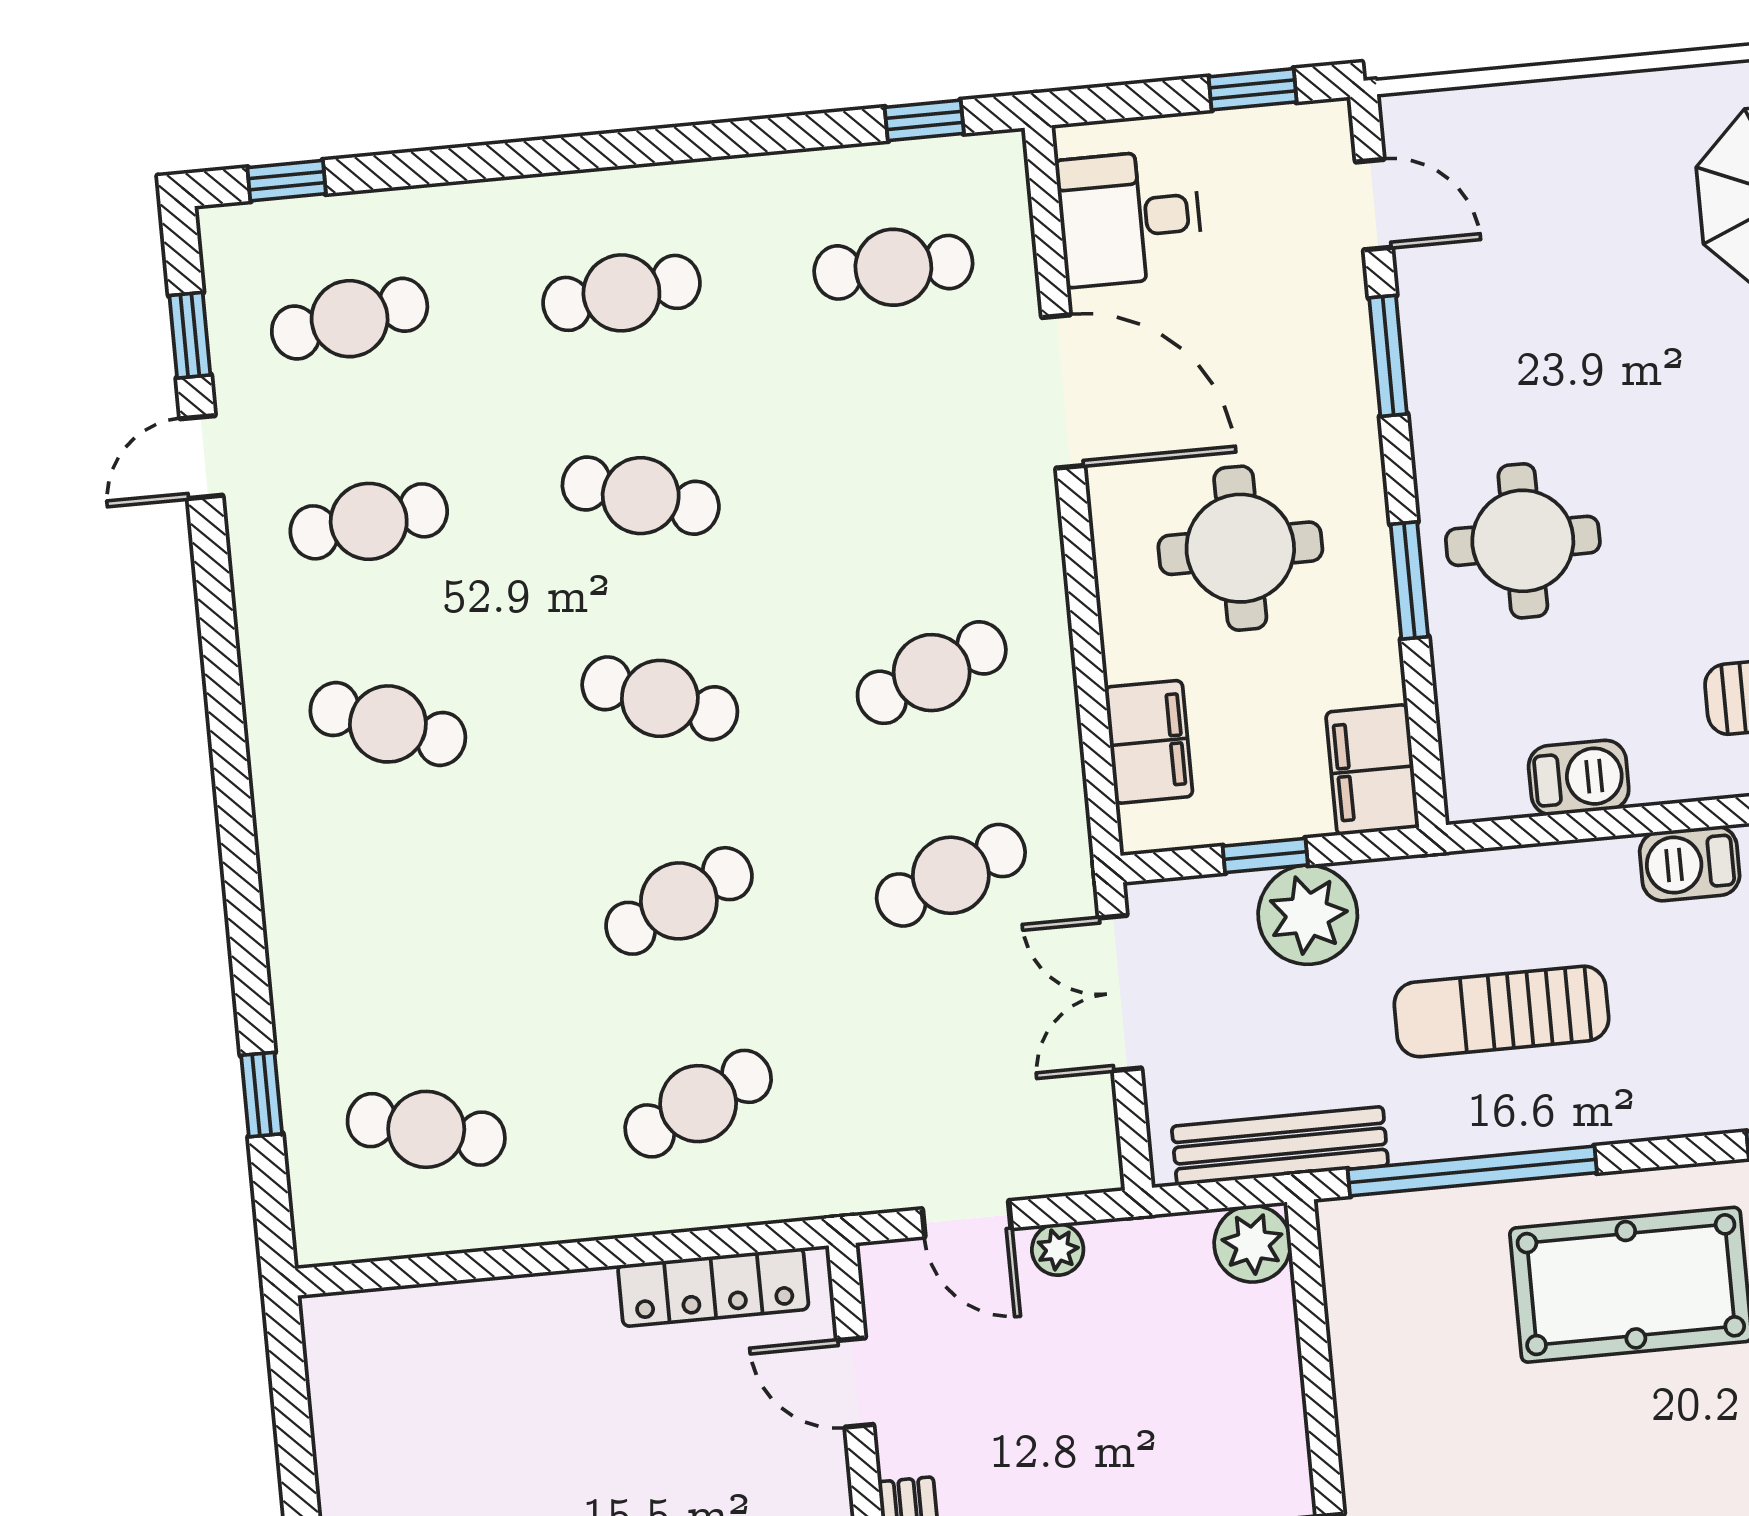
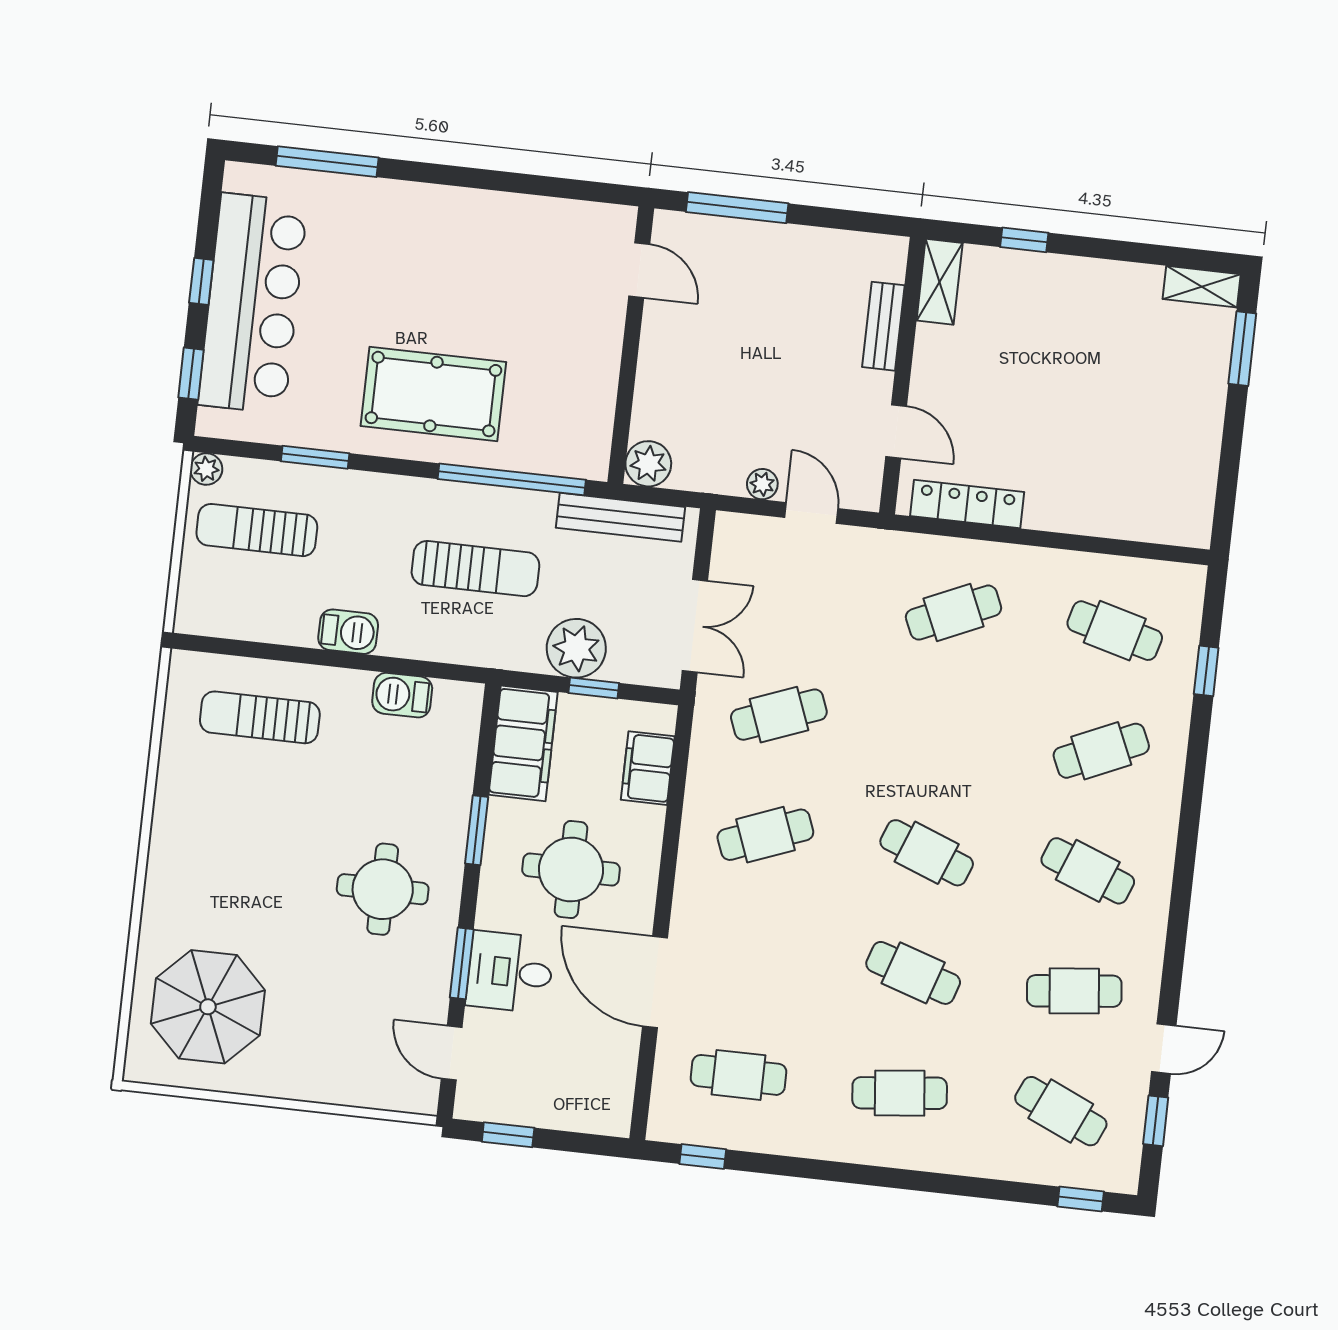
desk: (1130, 218) -> (510, 972), moved, turned 180
cafe table: (350, 319) -> (1061, 1111), turned 33
round table: (1523, 541) -> (383, 889), moved
filing cabinet: (1372, 770) -> (523, 743), width x1.50, depth x1.17
cafe table: (679, 901) -> (1101, 751), moved

